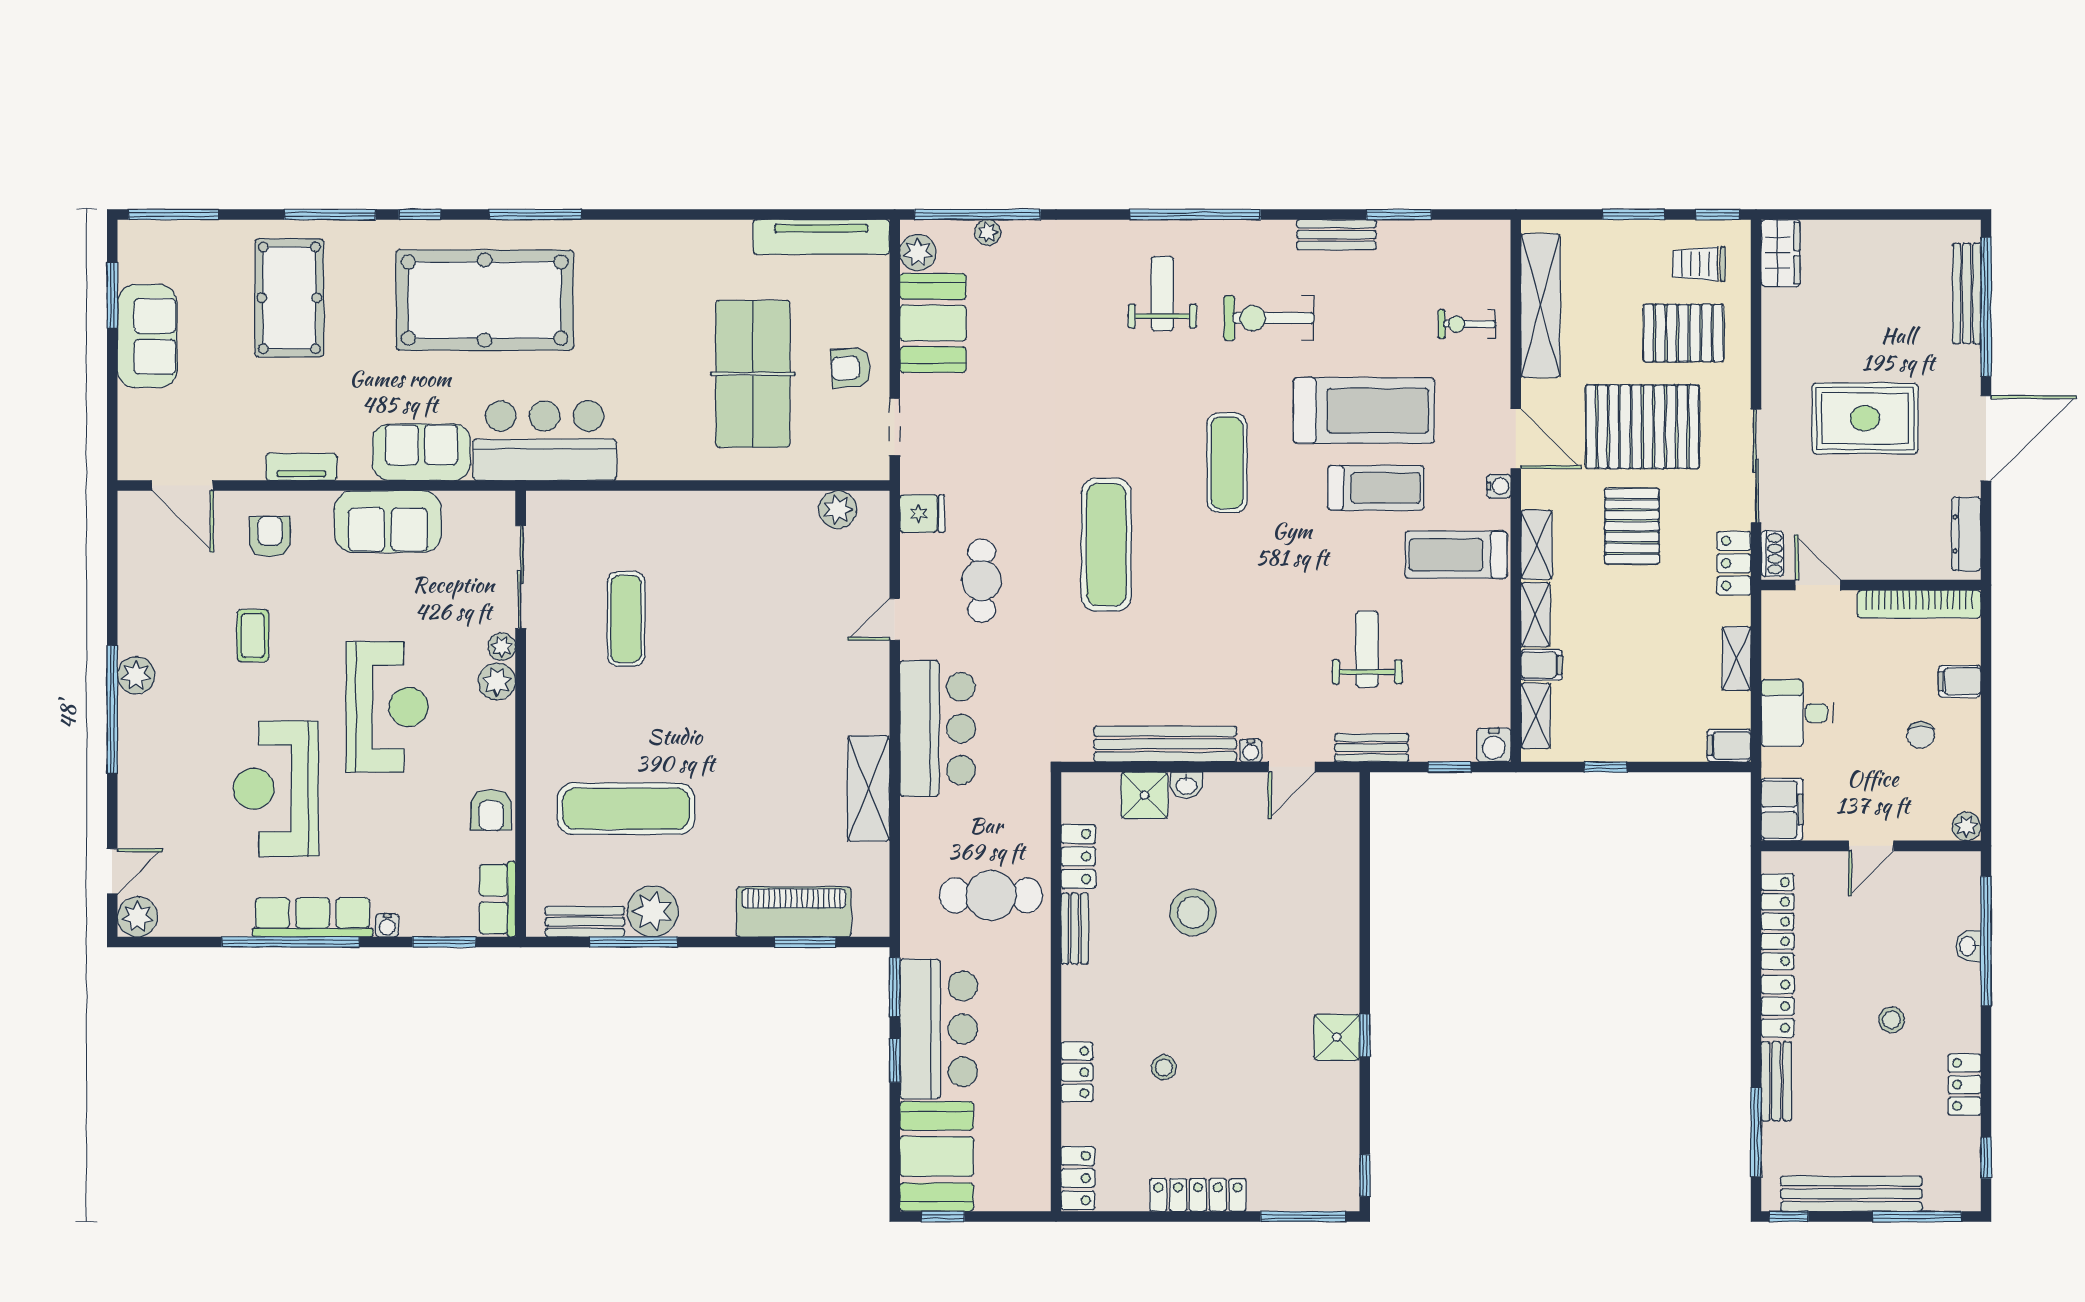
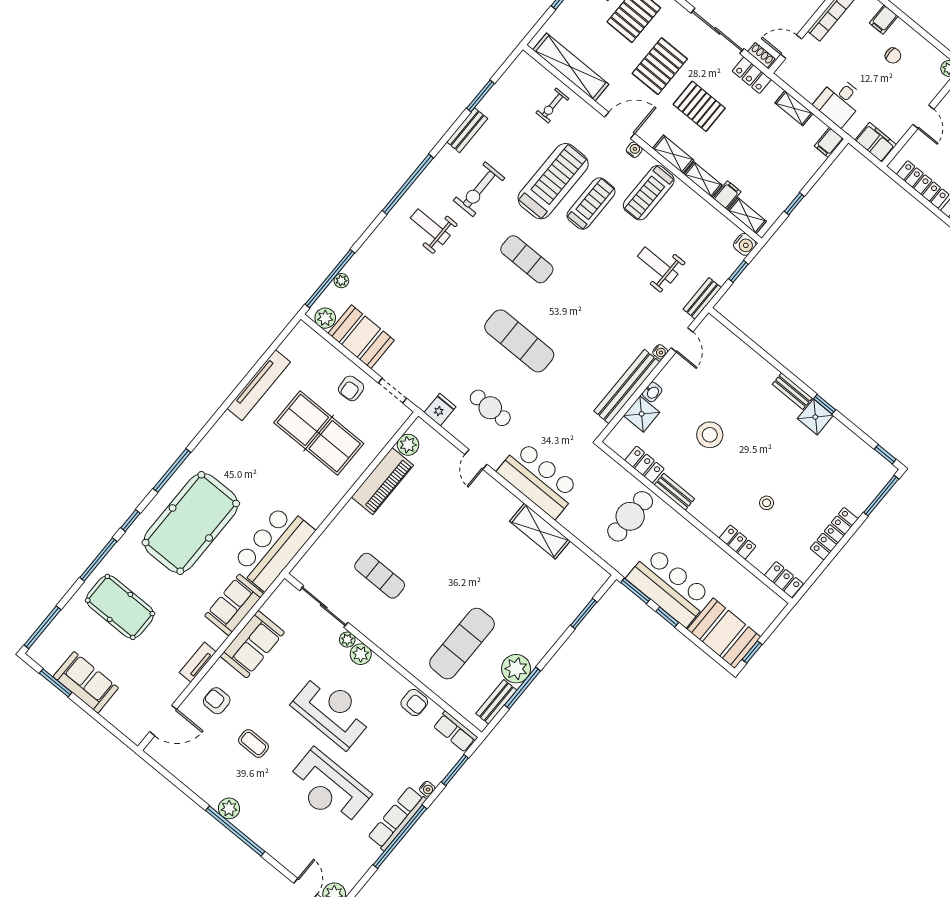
tv unit: (821, 237) -> (259, 385), moved
pallet: (1642, 427) -> (660, 66), width x0.73, depth x0.71
piano: (794, 912) -> (382, 481), moved, turned 180
bench: (1346, 976) -> (792, 391), added

